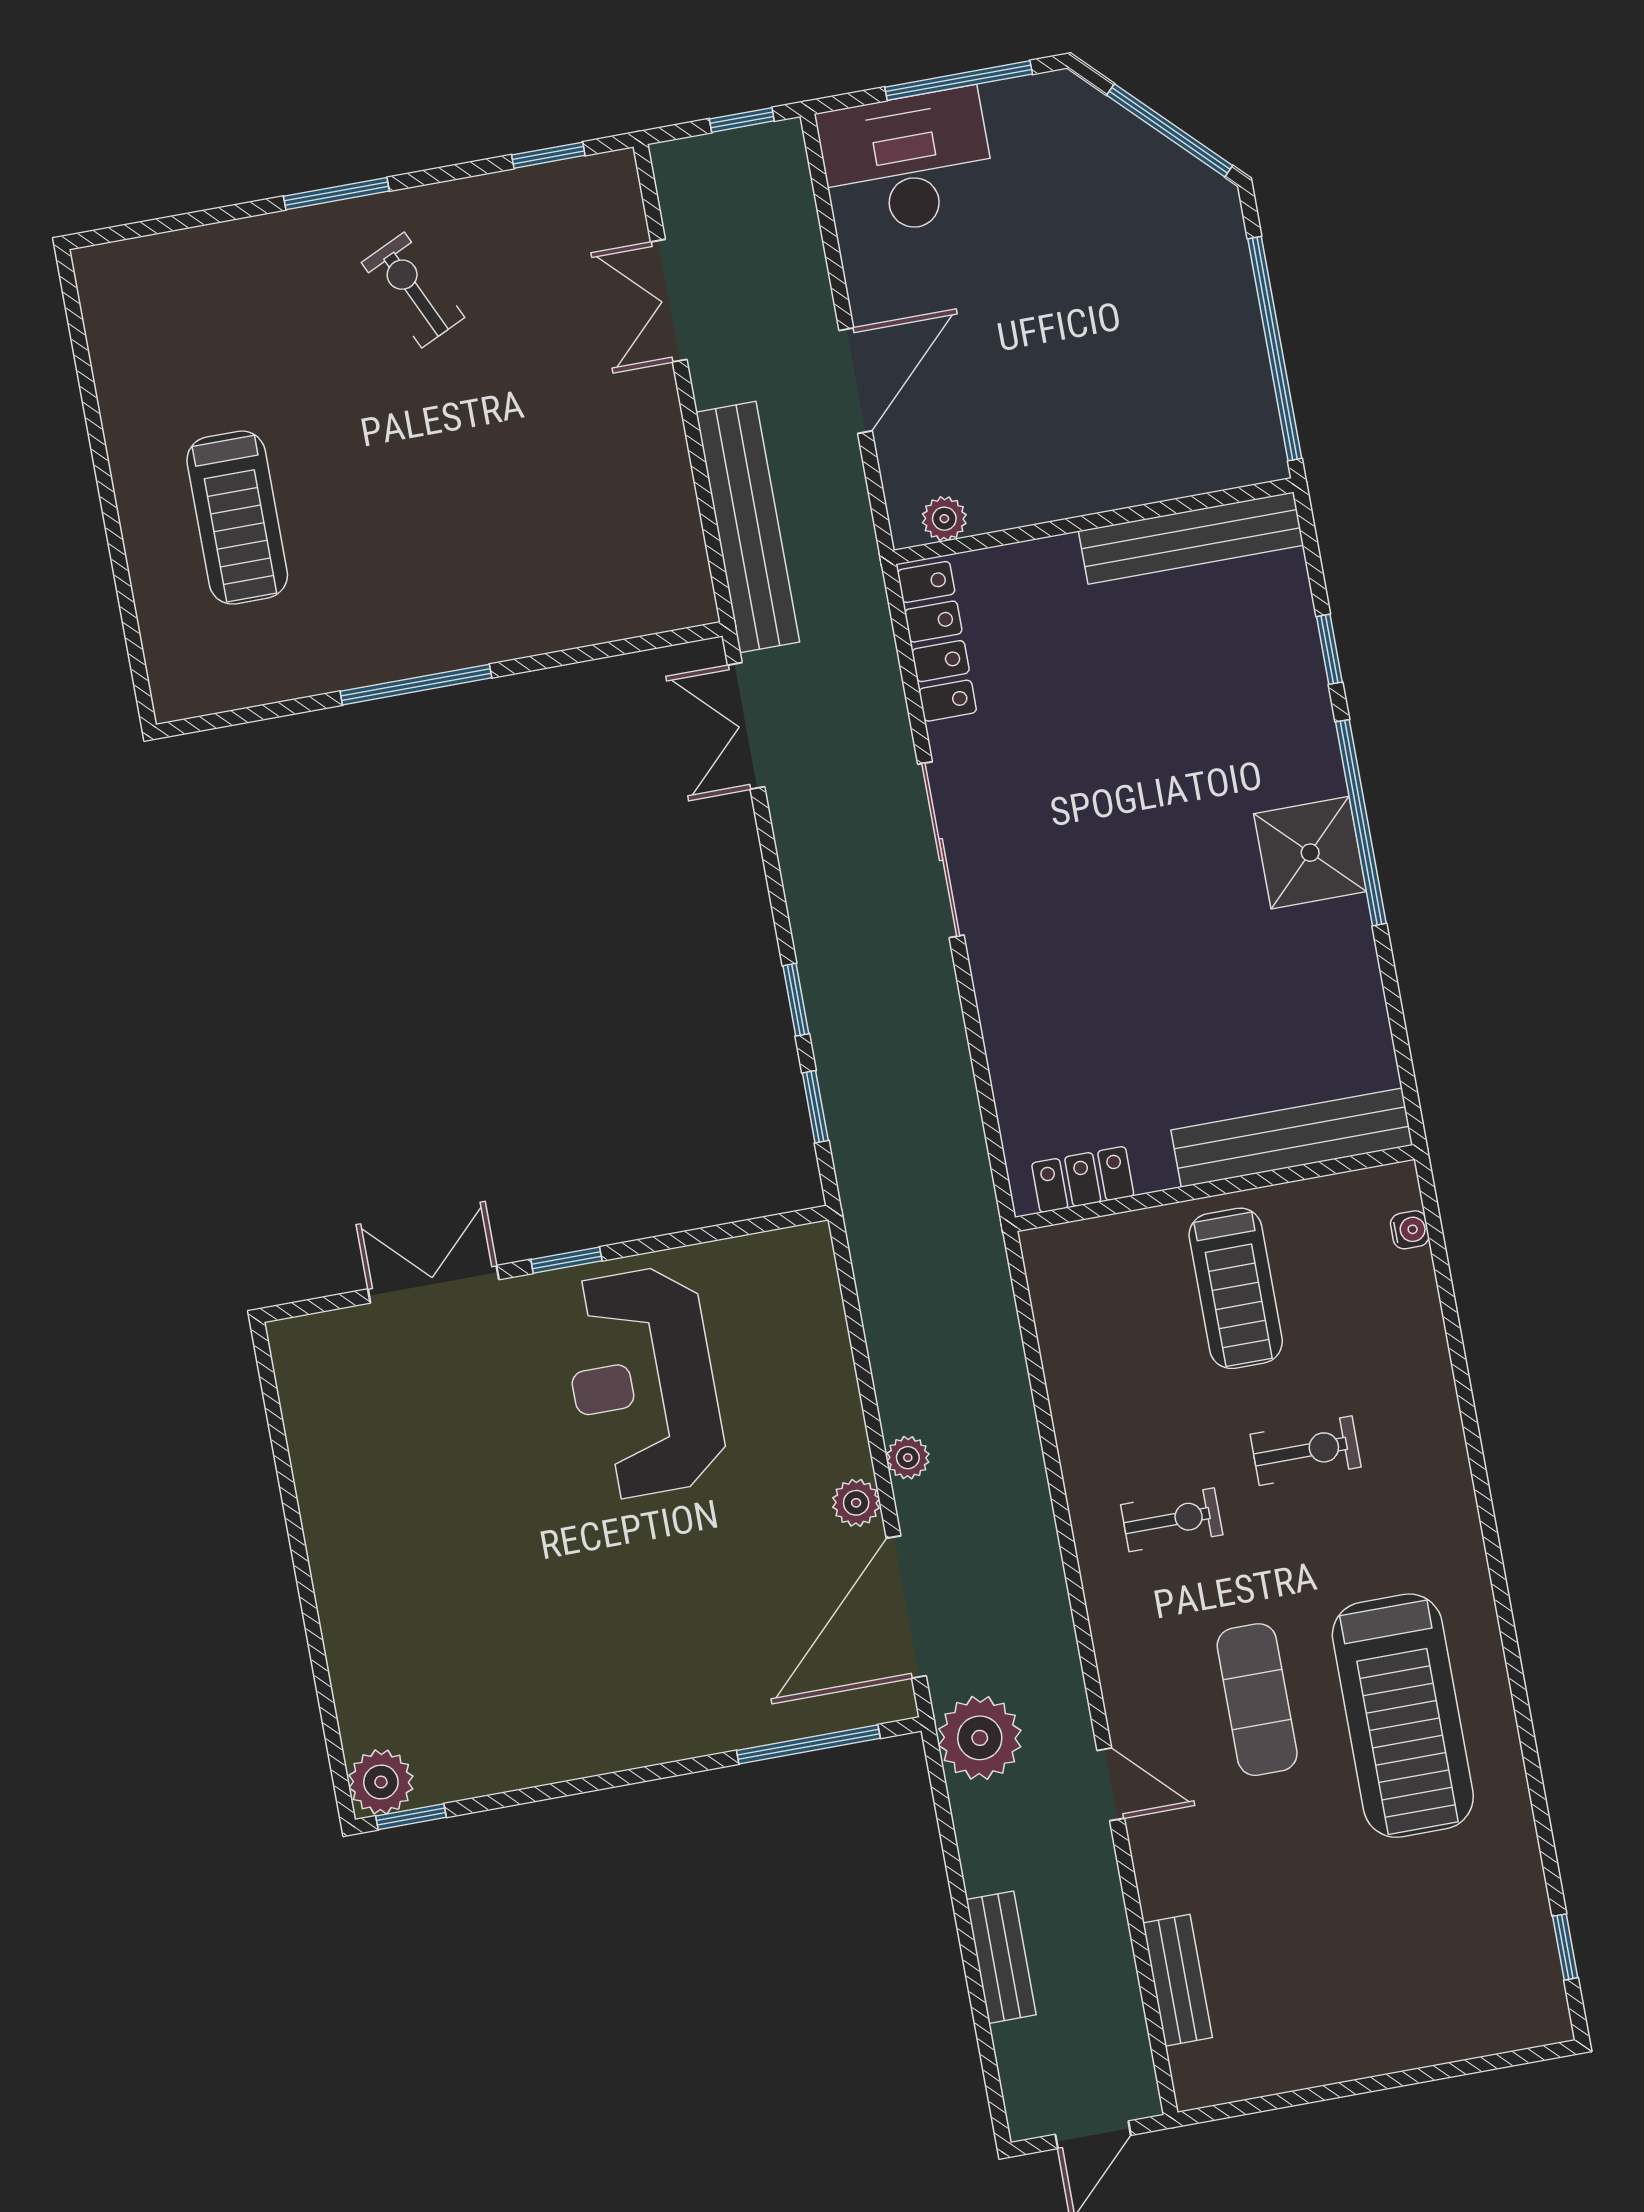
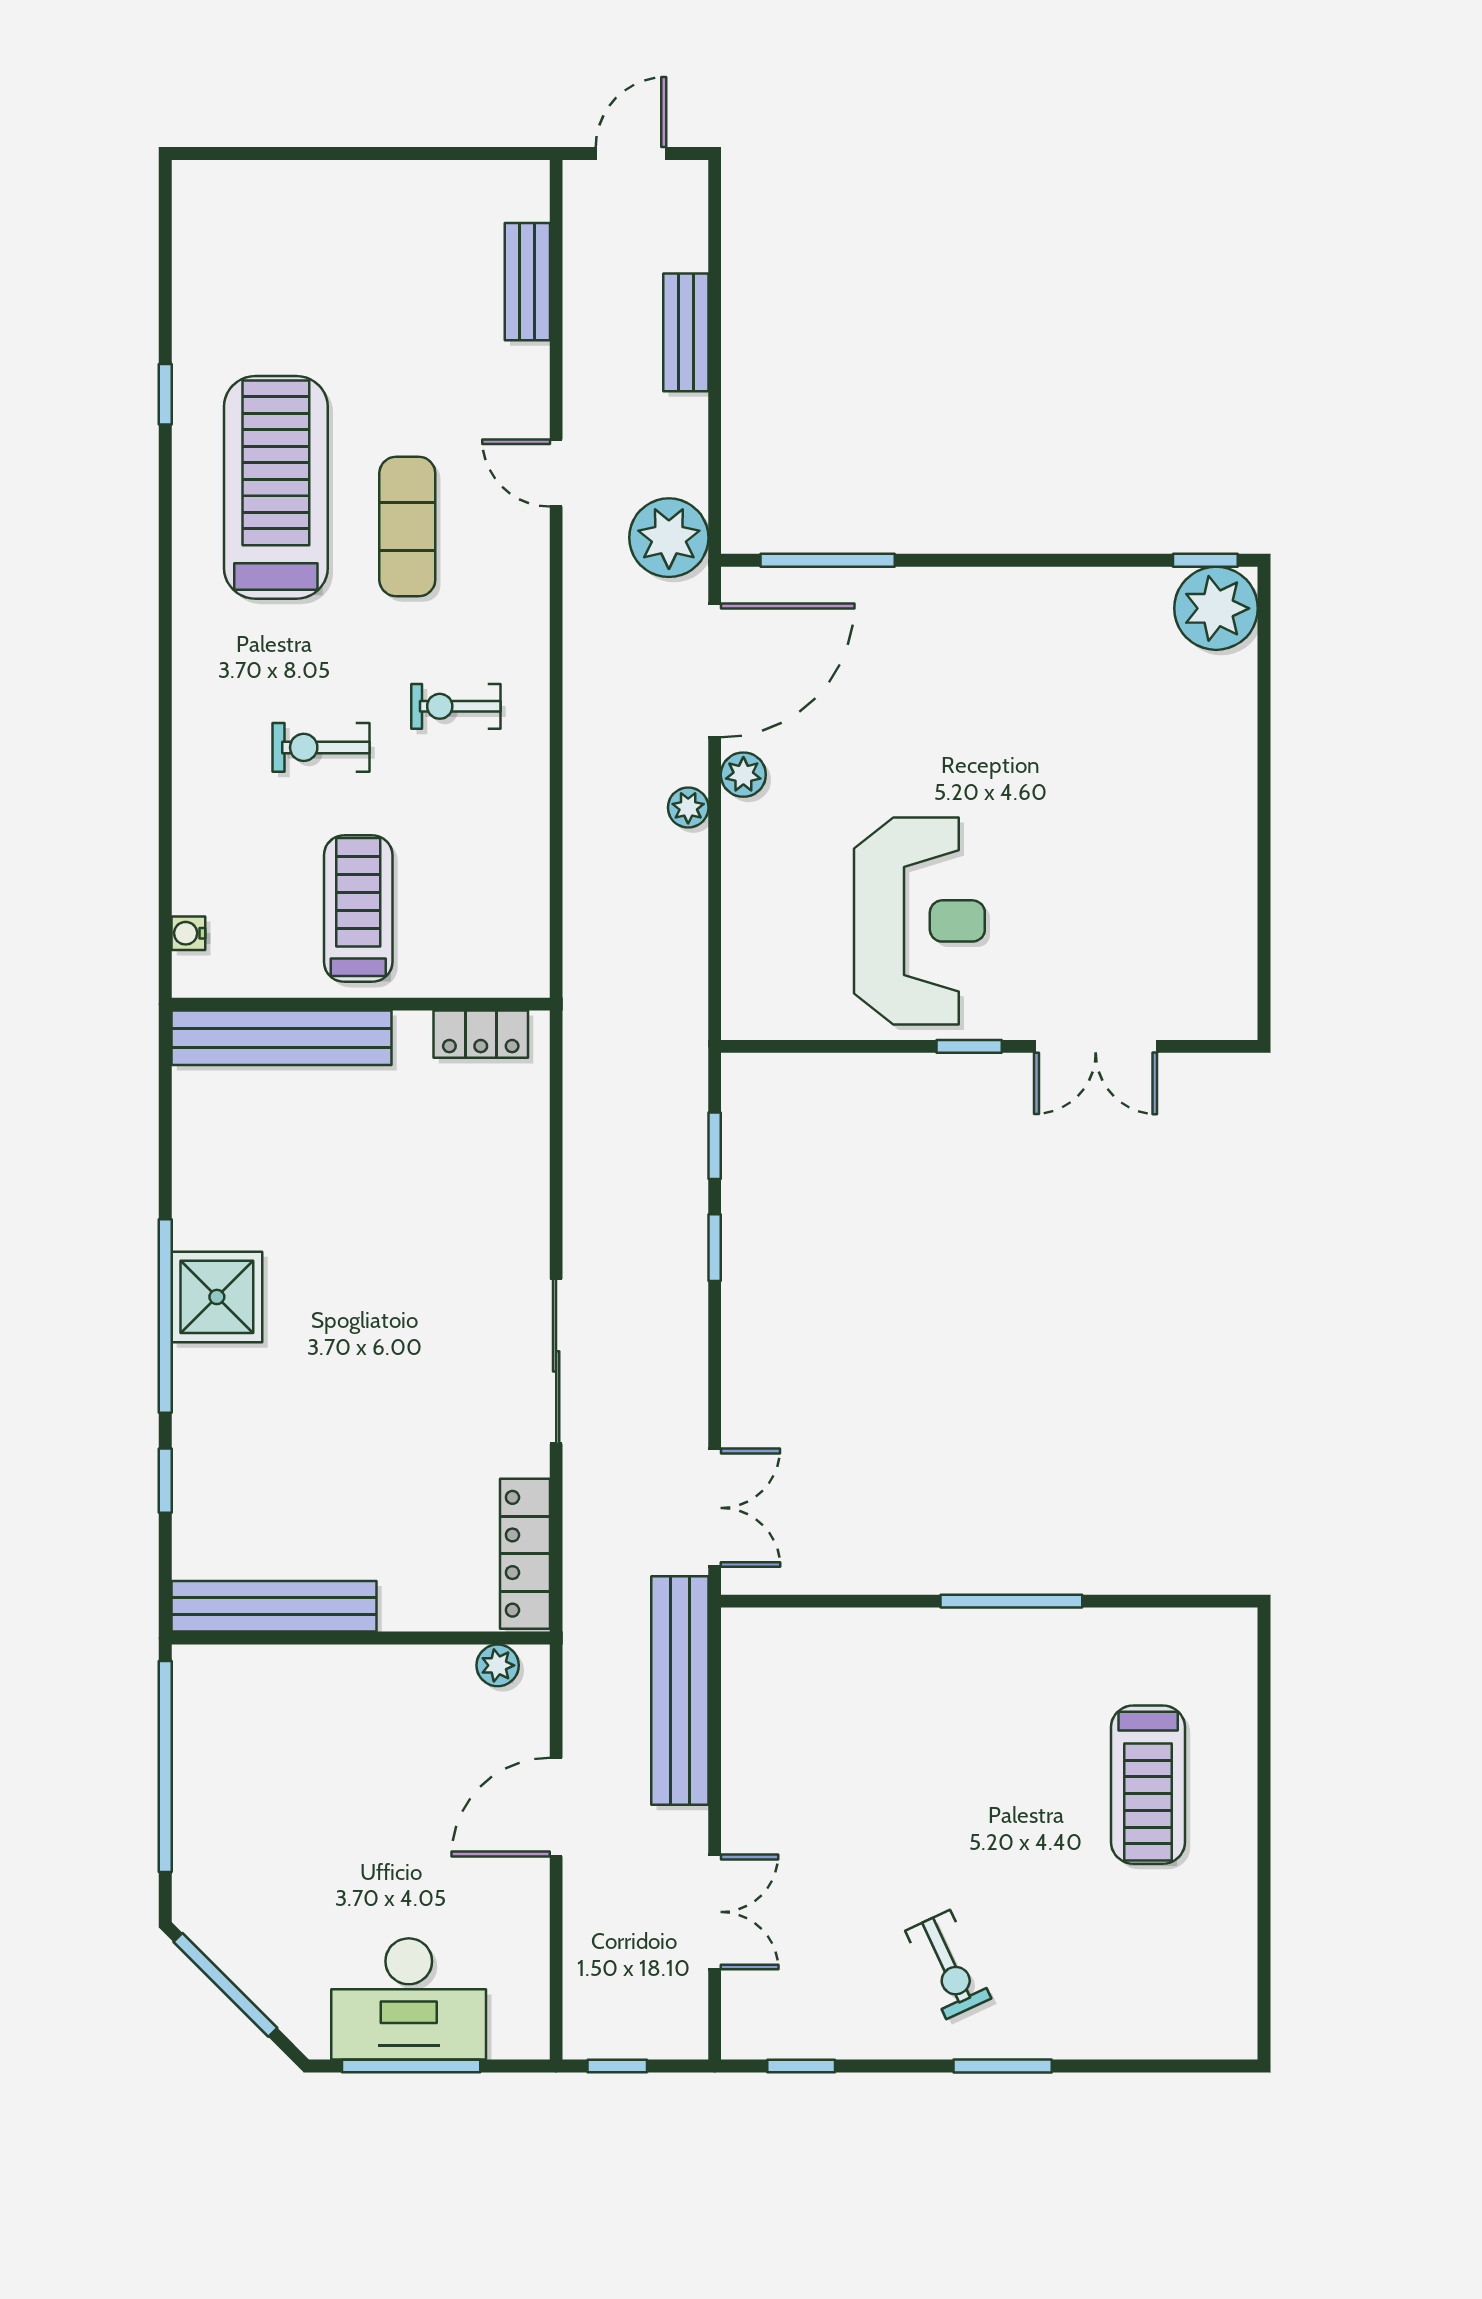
desk: (907, 163) -> (409, 1999), moved
treadmill: (237, 518) -> (1148, 1785), turned 180
plant: (381, 1782) -> (1216, 608), width x1.36, depth x1.36
window: (1565, 1947) -> (165, 394), moved

